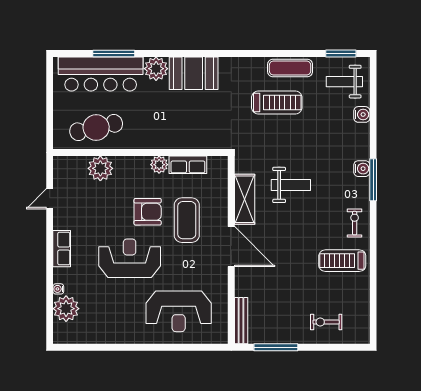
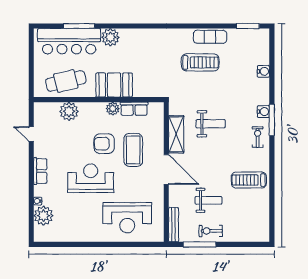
booth: (194, 73) -> (114, 85), moved
weight bench: (344, 82) -> (209, 200), moved, turned 180
door: (50, 199) -> (31, 134), hinge flipped
armchair: (148, 212) -> (104, 144), turned 180
exercise bike: (355, 223) -> (258, 137), moved
exercise bike: (326, 322) -> (211, 231), moved

